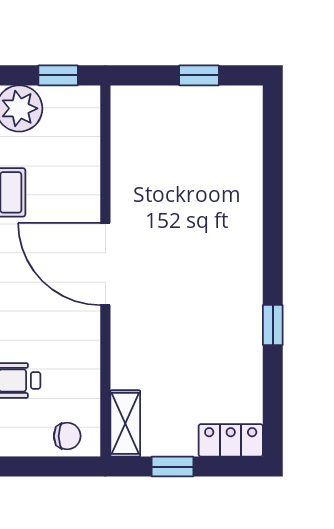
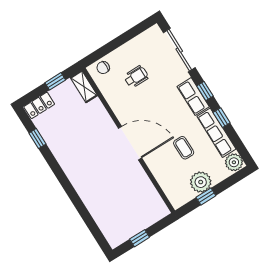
window: (58, 75) -> (206, 196), moved
window: (273, 325) -> (37, 139), moved

